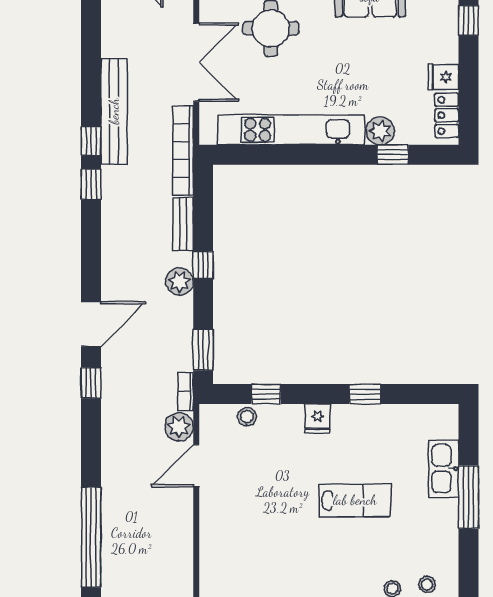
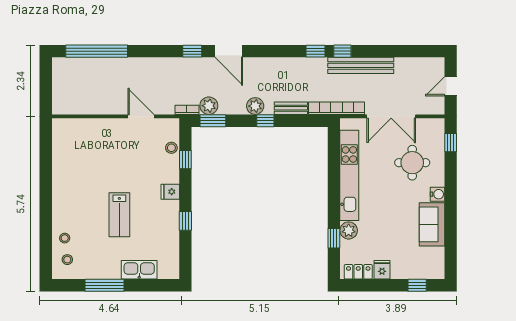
plant: (179, 427) -> (209, 106), moved
window: (469, 497) -> (105, 285), moved

